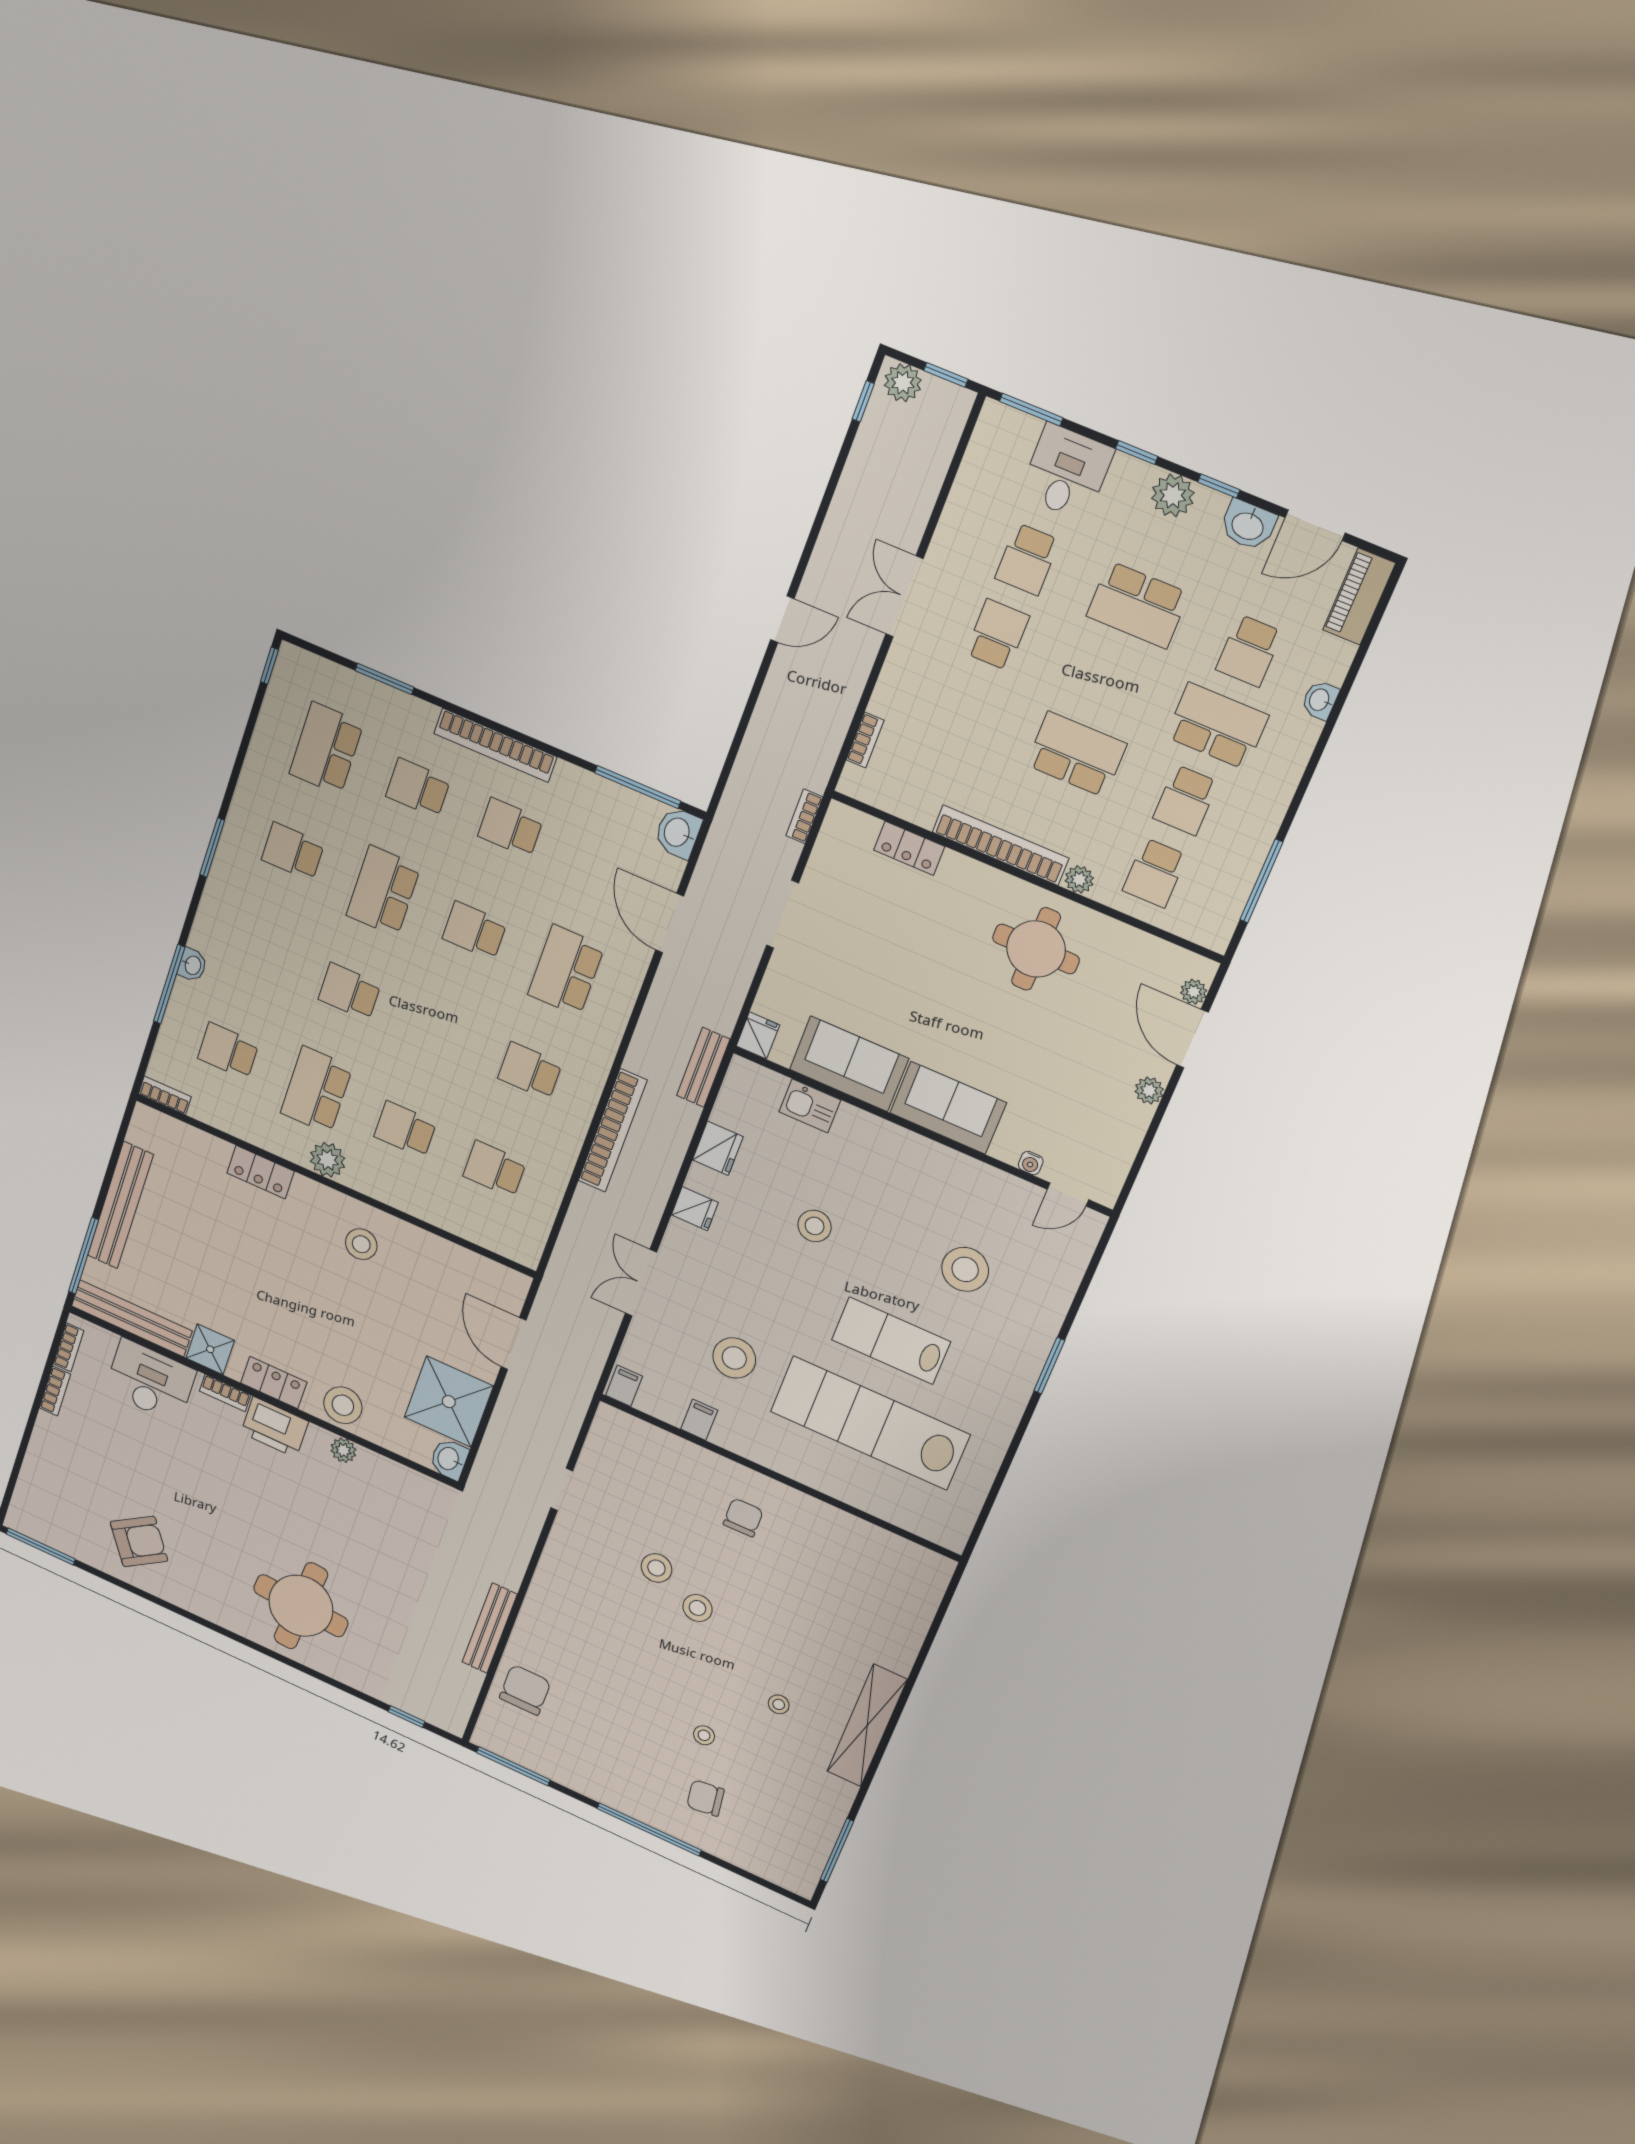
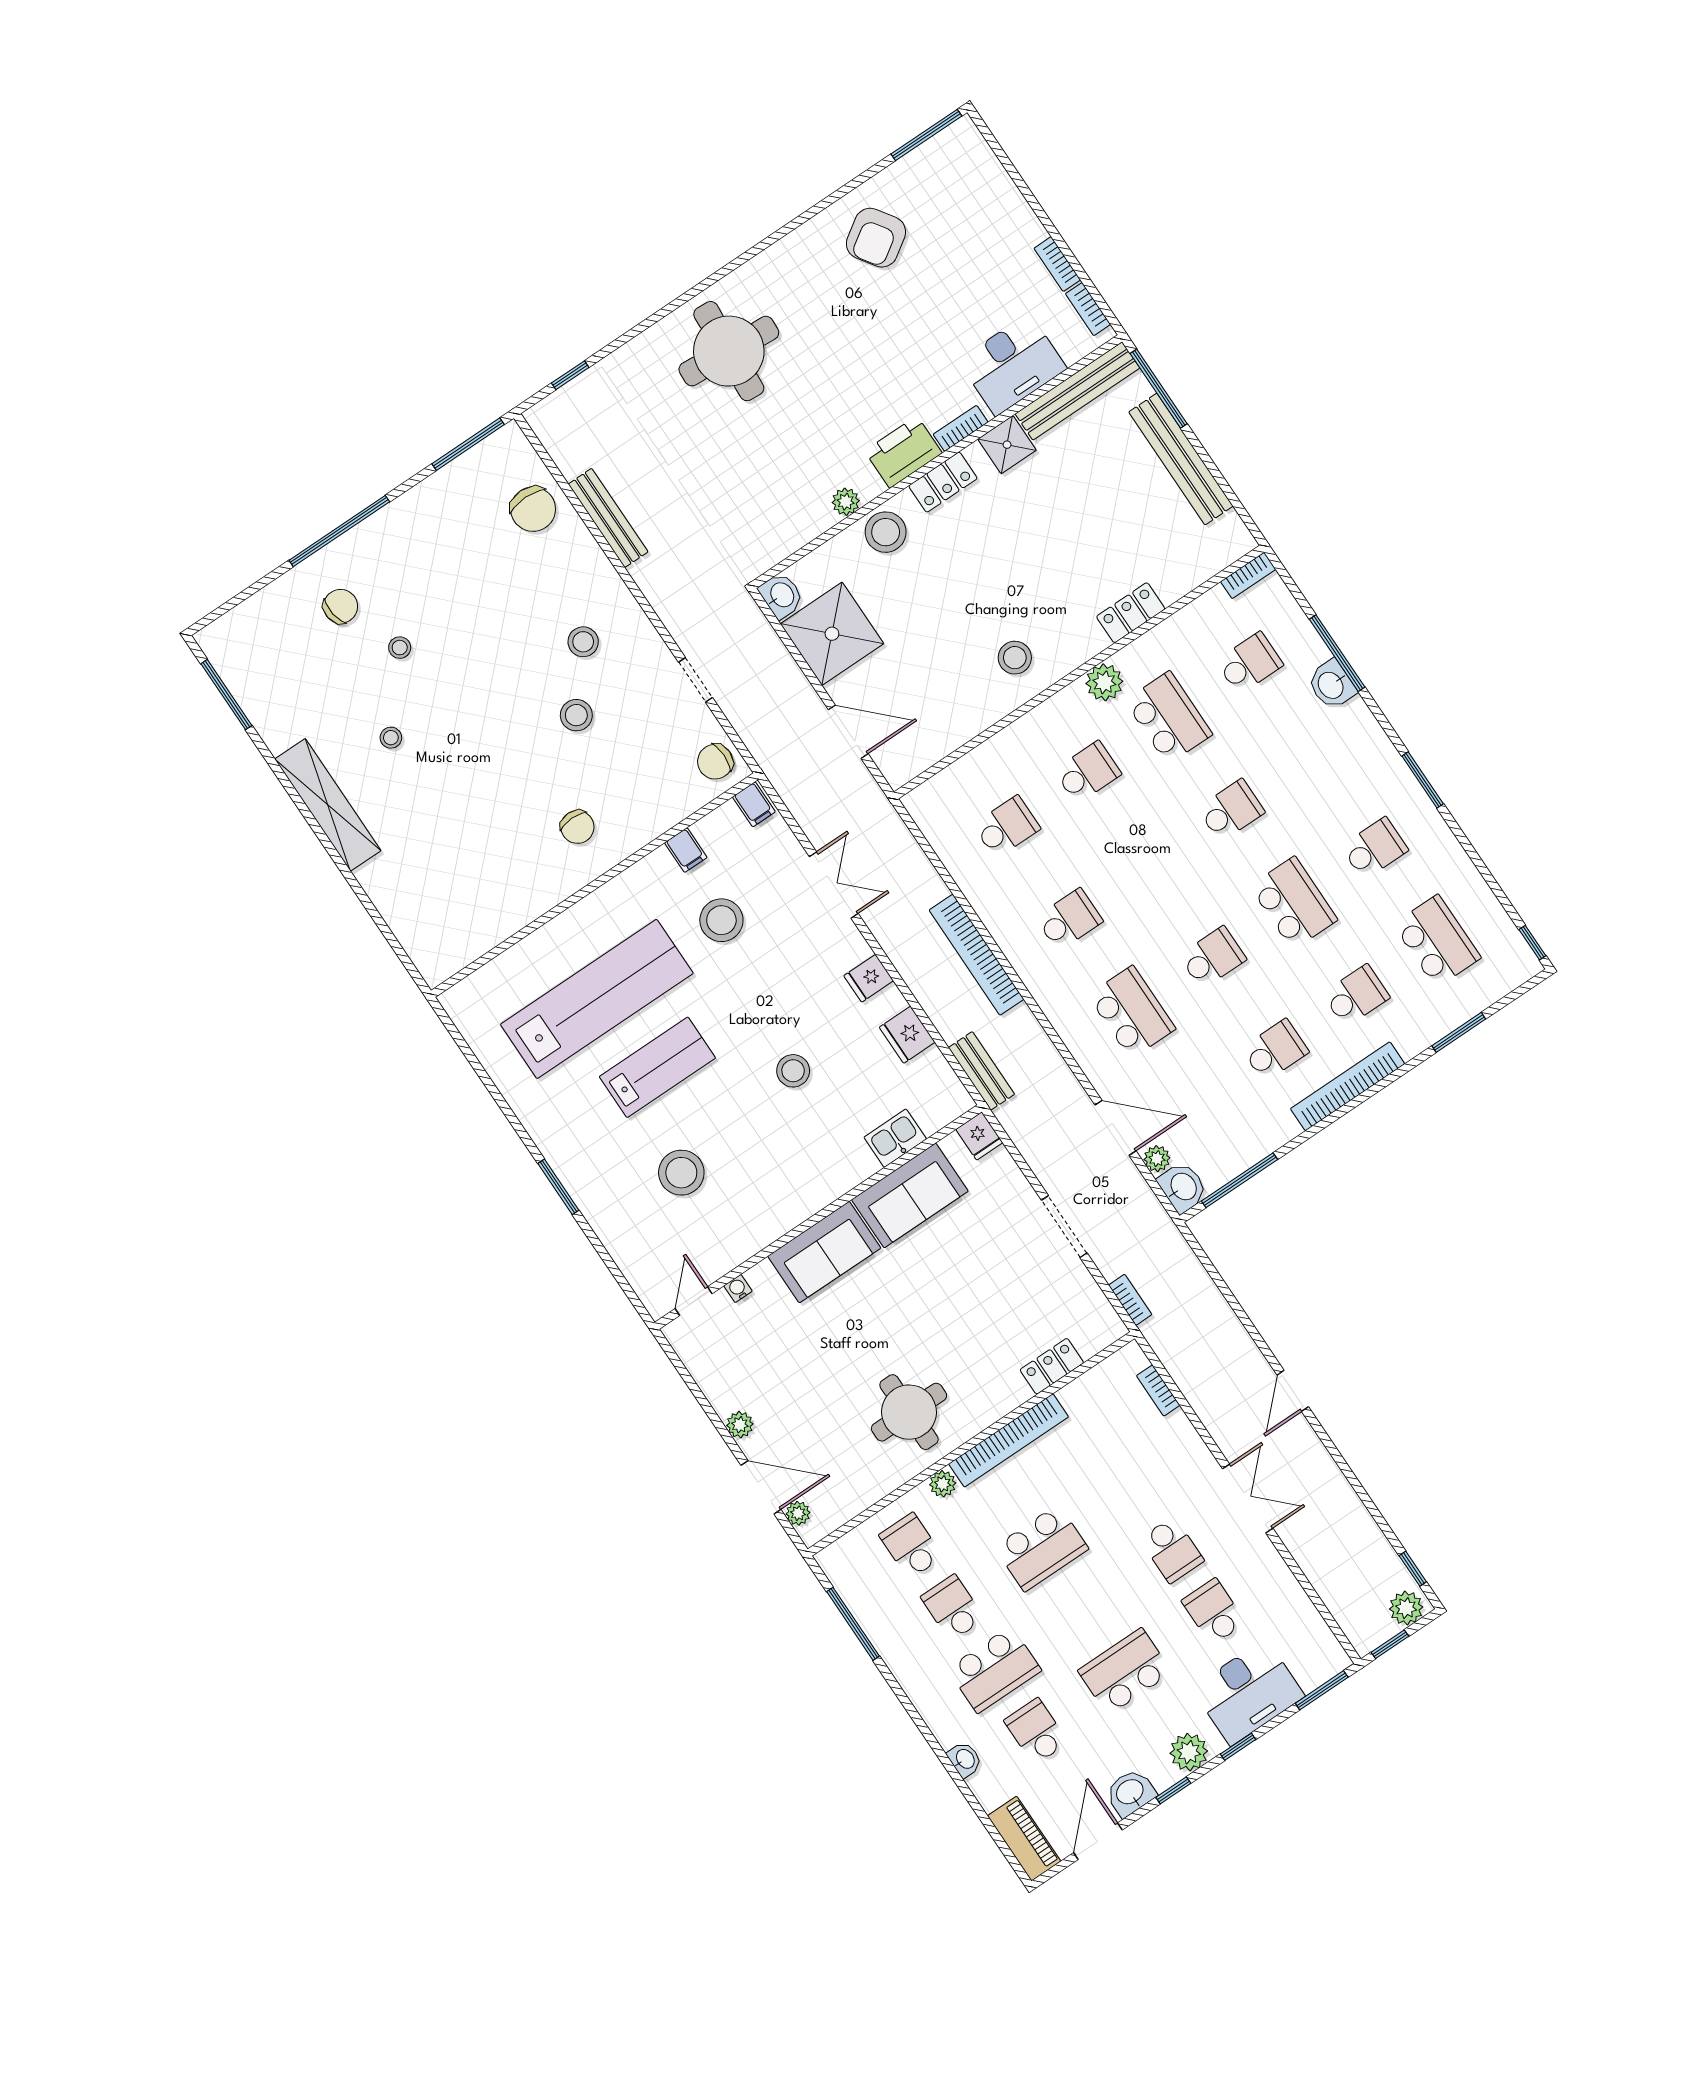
desk: (1067, 472) -> (1248, 1692), width x1.37
plant: (670, 871) -> (1157, 1159), added
washbasin: (192, 965) -> (1332, 685), width x1.38, depth x1.45
chair: (613, 1437) -> (715, 762), added
stool: (698, 1608) -> (583, 642), moved

